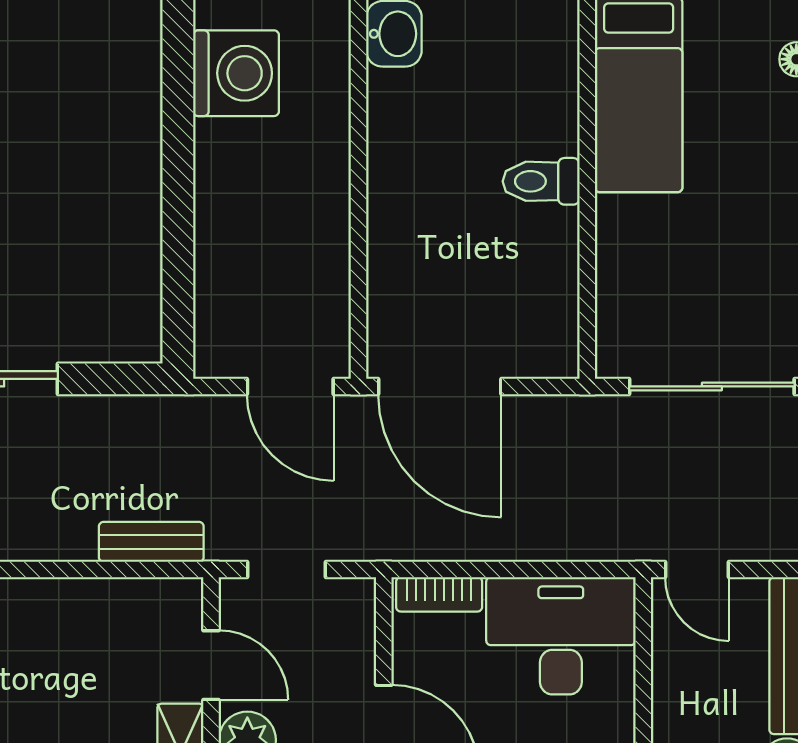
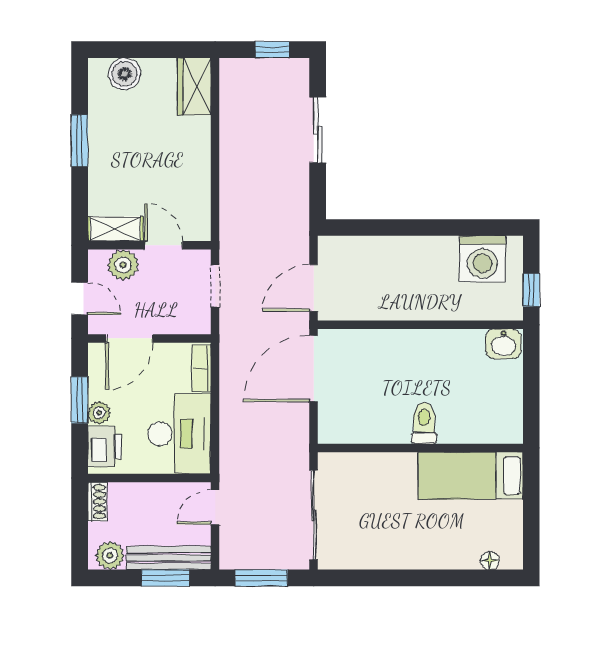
bench: (151, 542) -> (230, 213), removed
door: (211, 665) -> (164, 245), swing flipped

